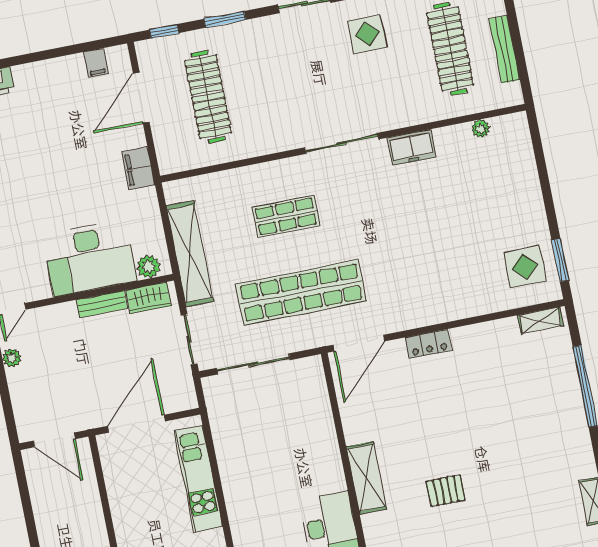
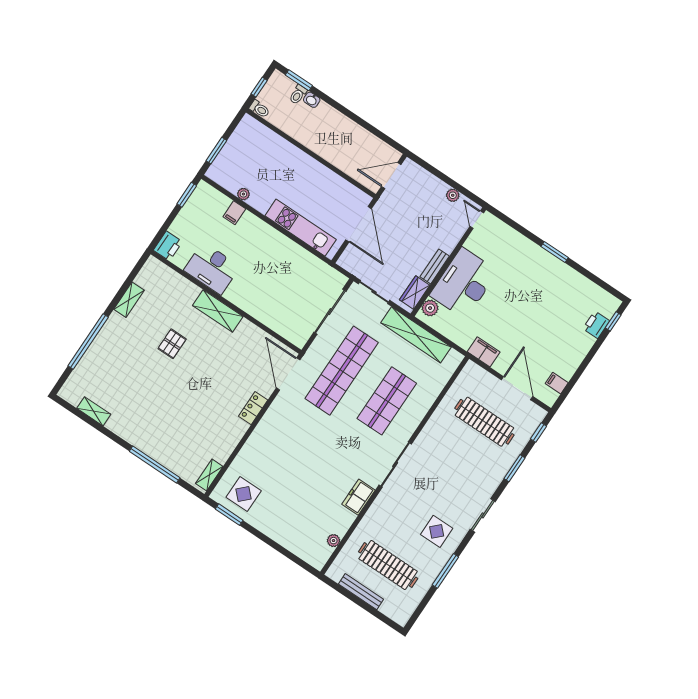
shop shelf: (286, 216) -> (387, 401), width x1.43, depth x1.36

